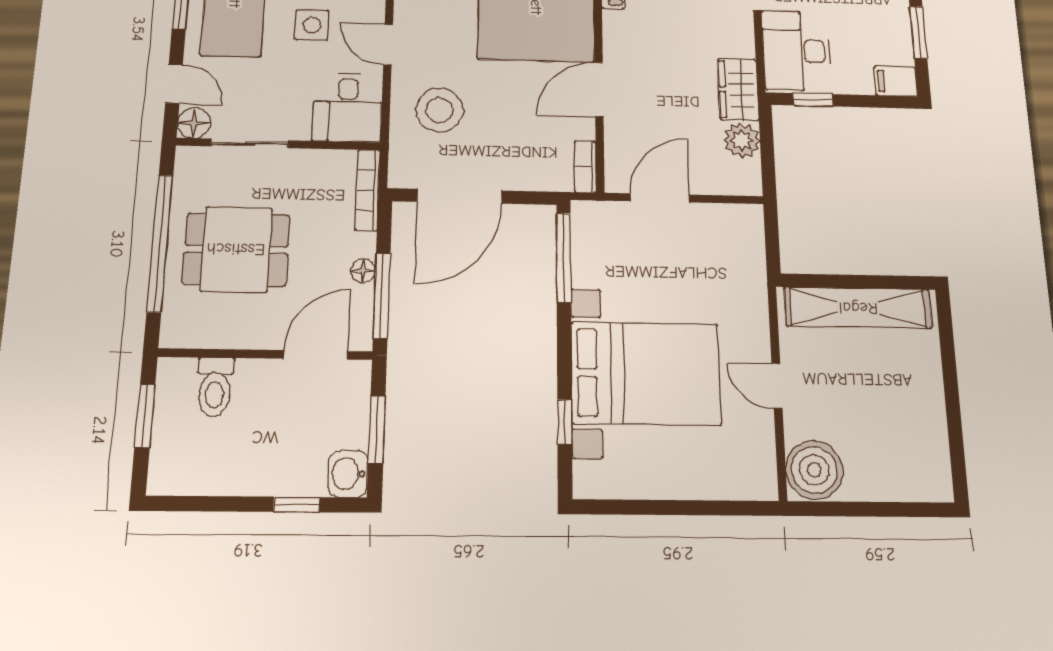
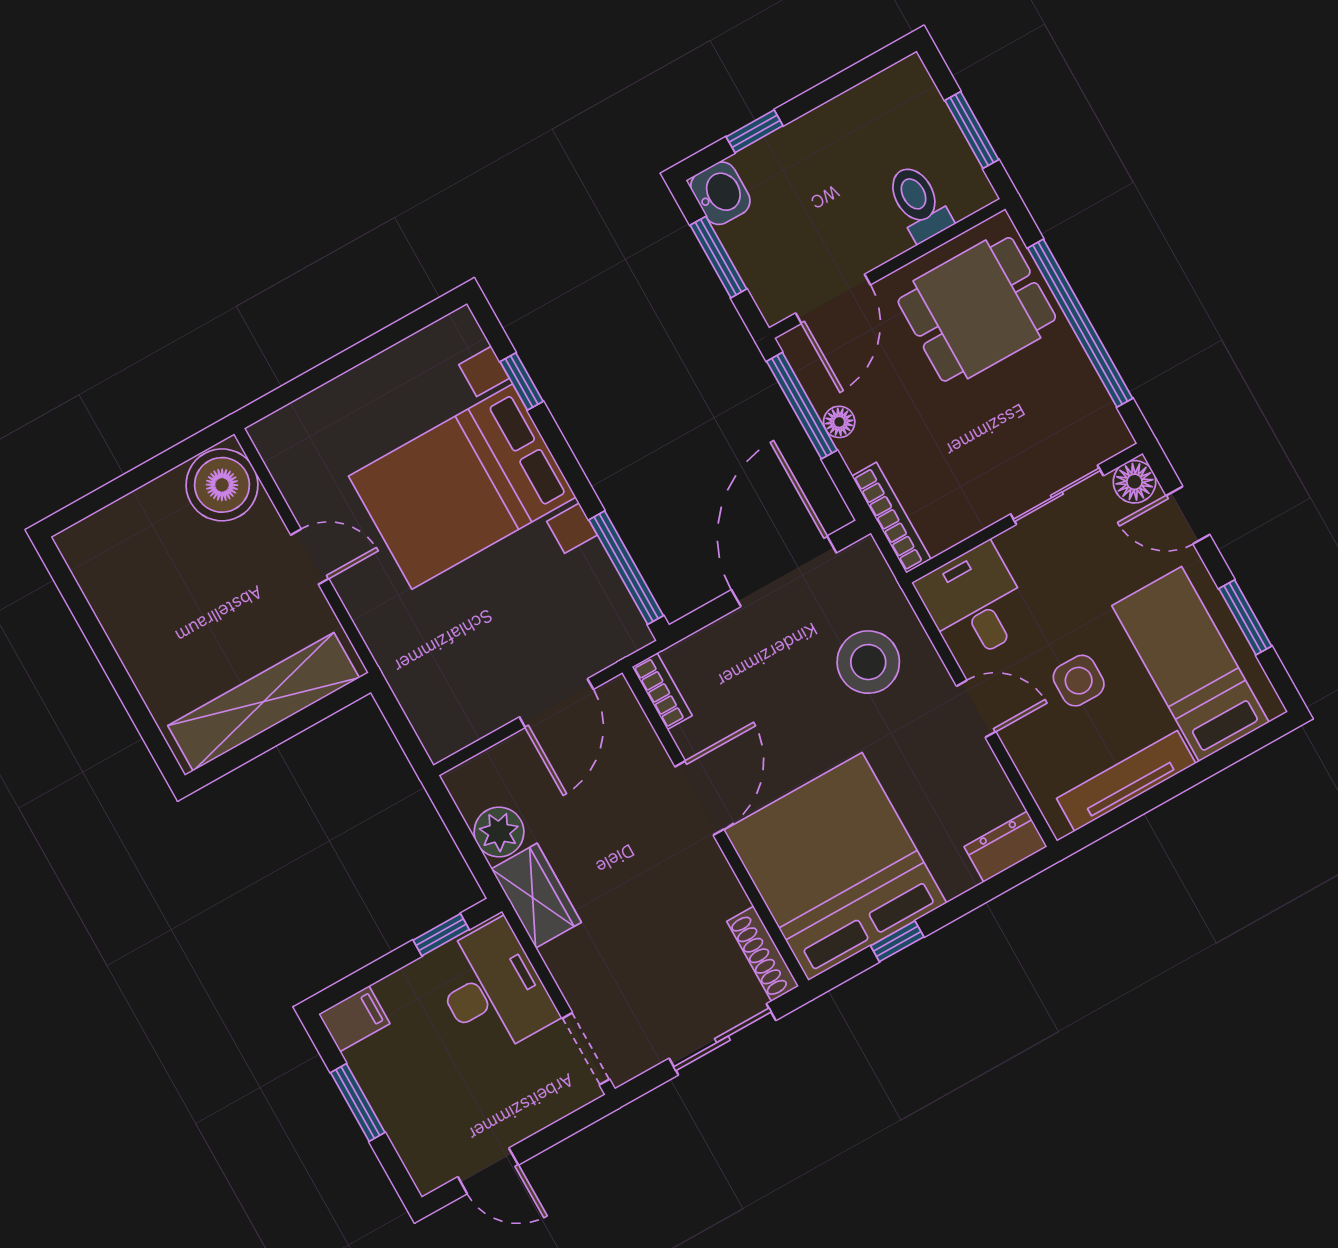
dining table: (236, 249) -> (977, 309), moved

